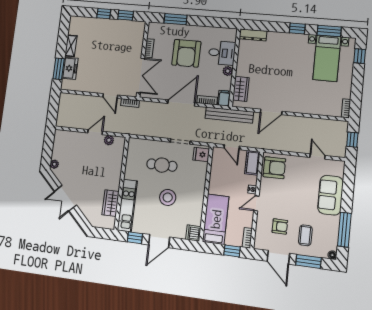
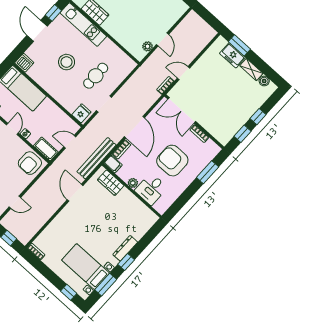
boiler: (73, 30) -> (264, 81), added
dresser: (253, 35) -> (125, 248), moved

